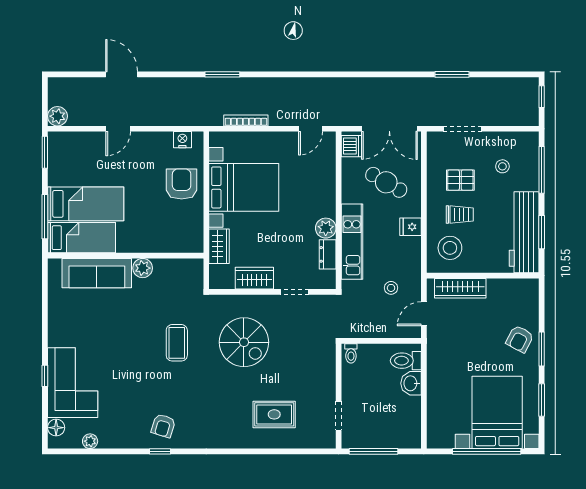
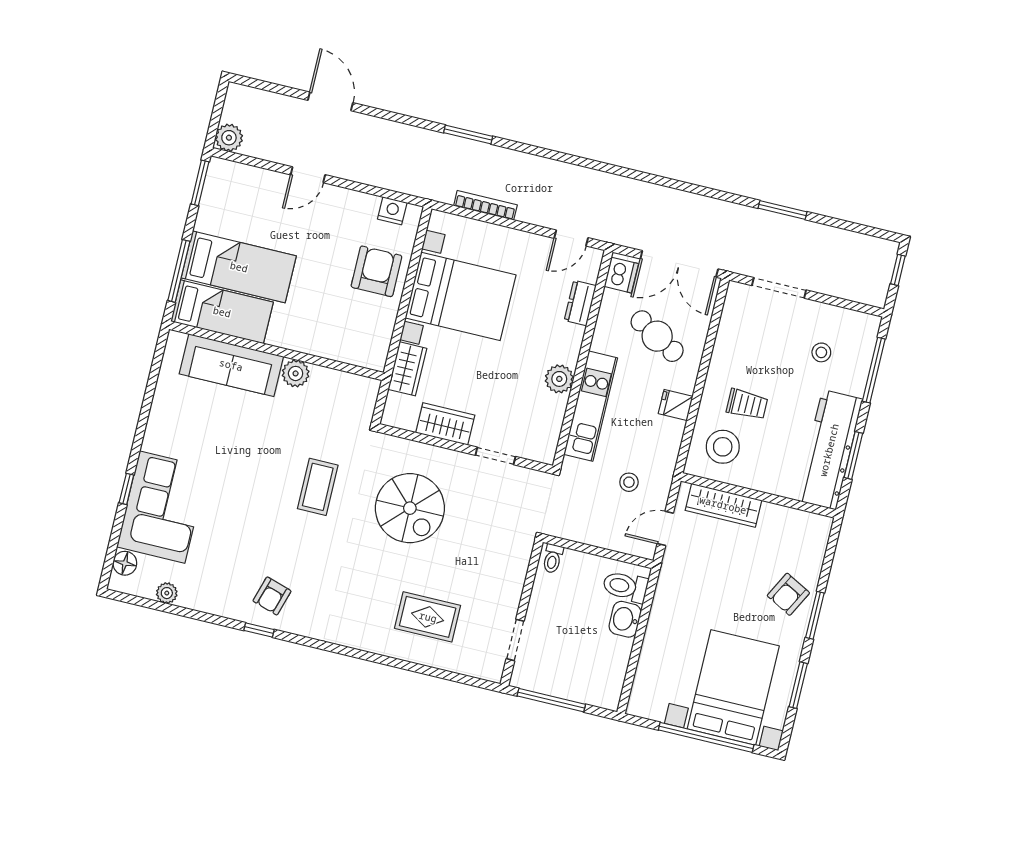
pallet: (460, 180) -> (759, 358), removed
dresser: (328, 254) -> (580, 303), moved

